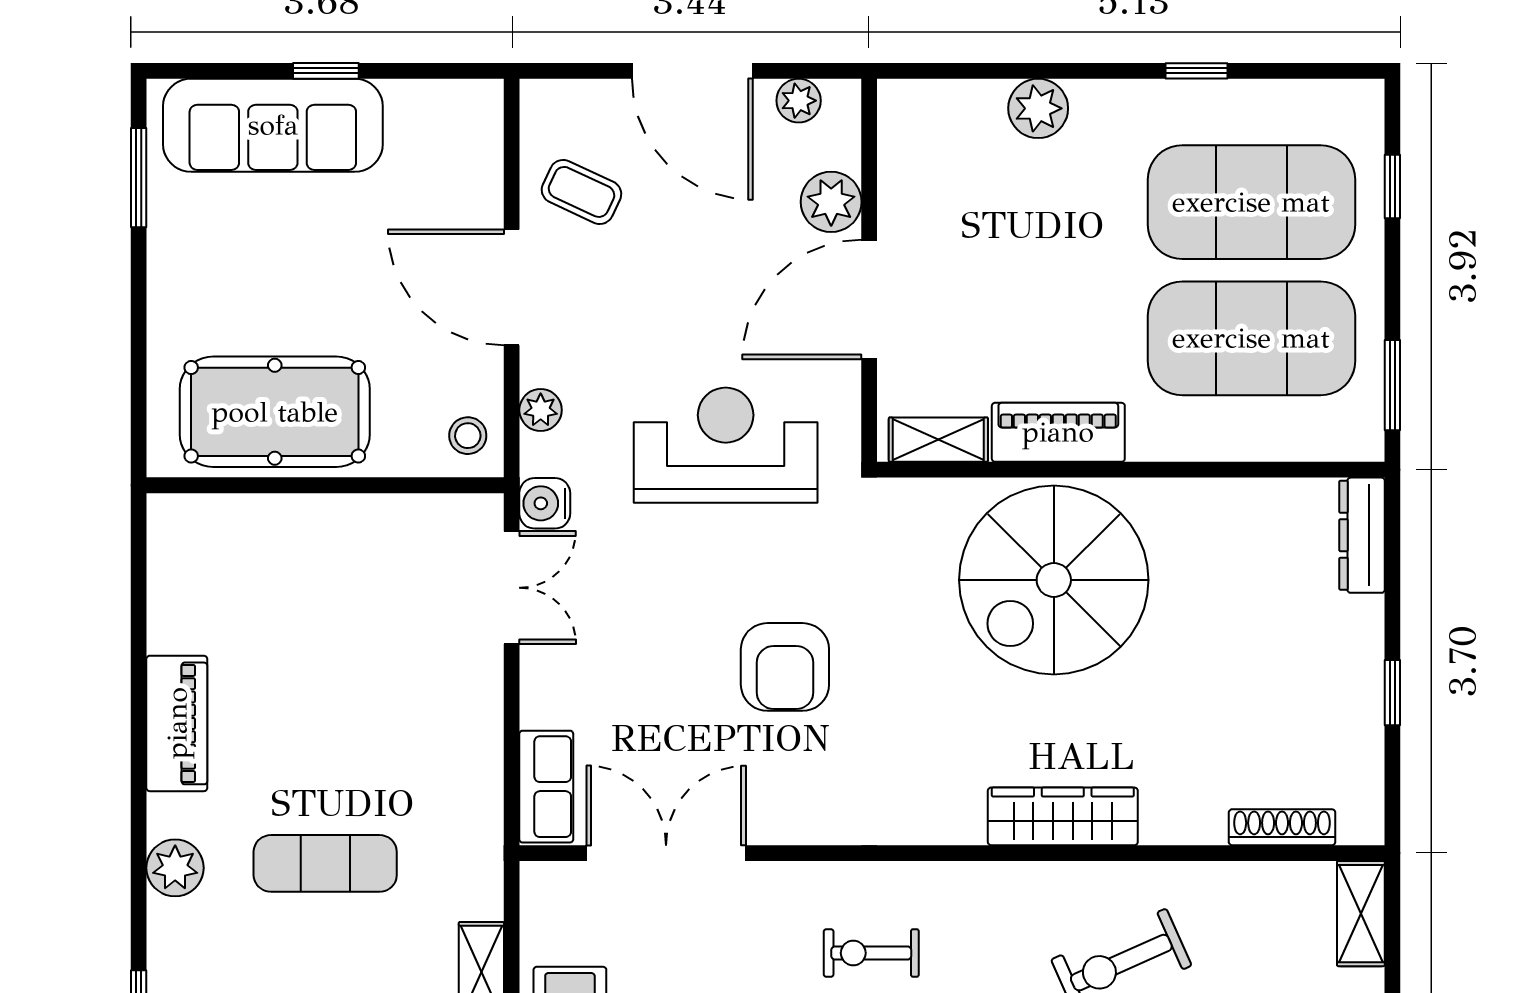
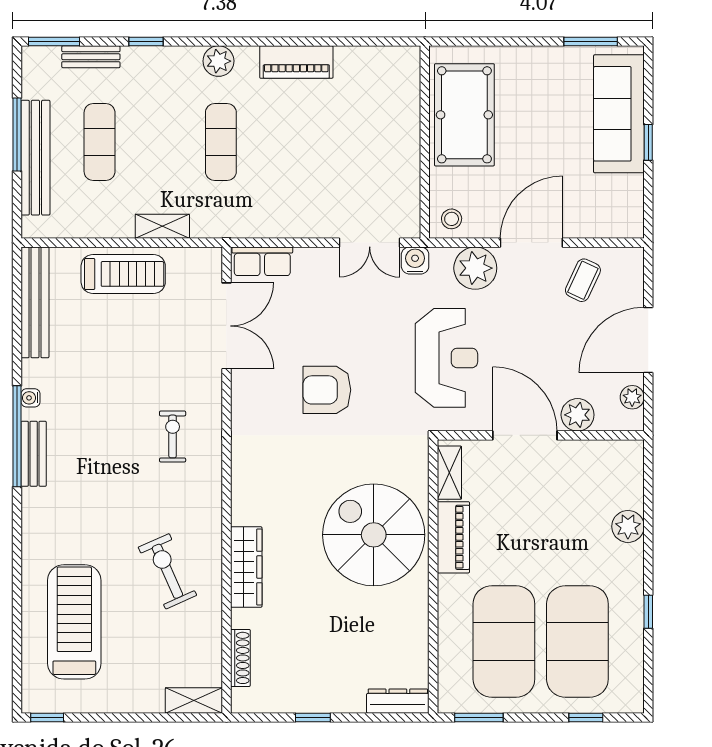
plant: (541, 410) -> (475, 268), width x1.87, depth x1.87
wardrobe: (1063, 816) -> (246, 567), moved

